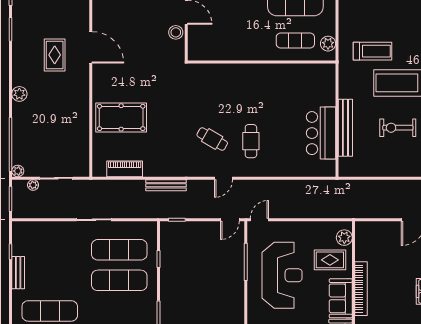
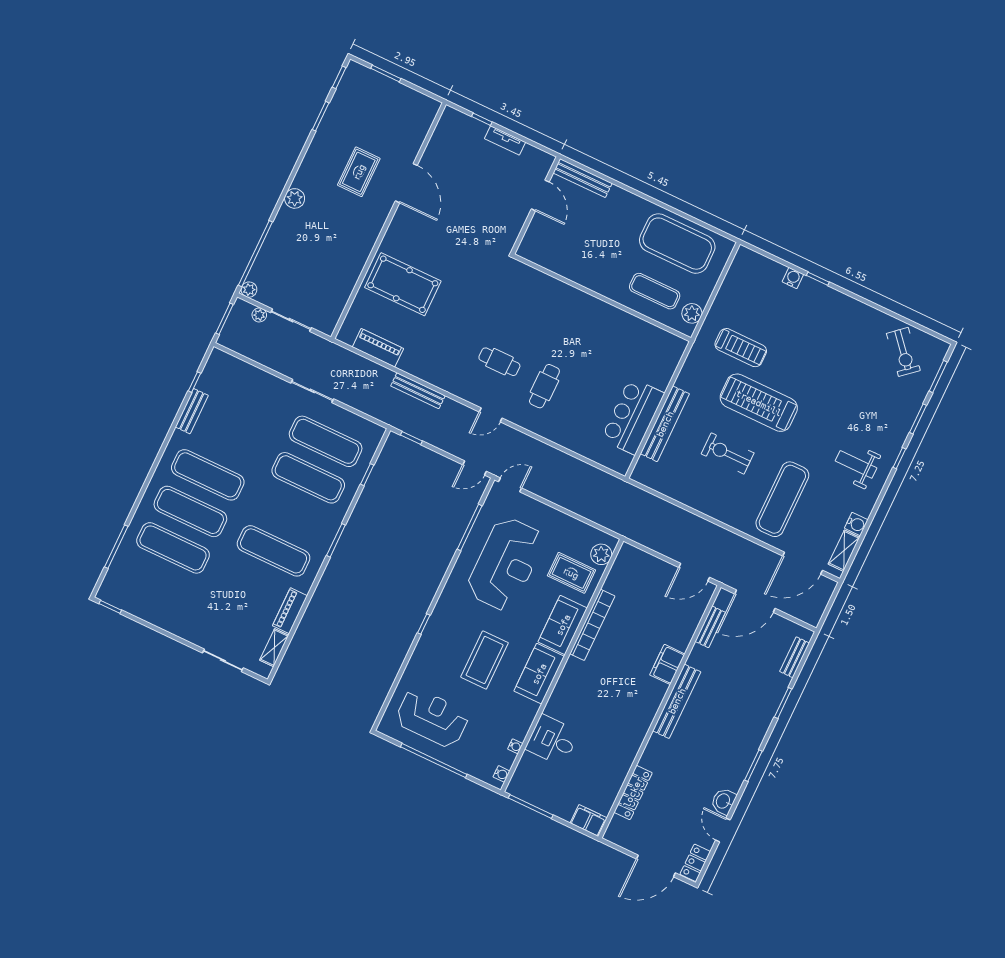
stool: (176, 32) -> (516, 214), removed
cafe table: (212, 139) -> (499, 362), turned -30

